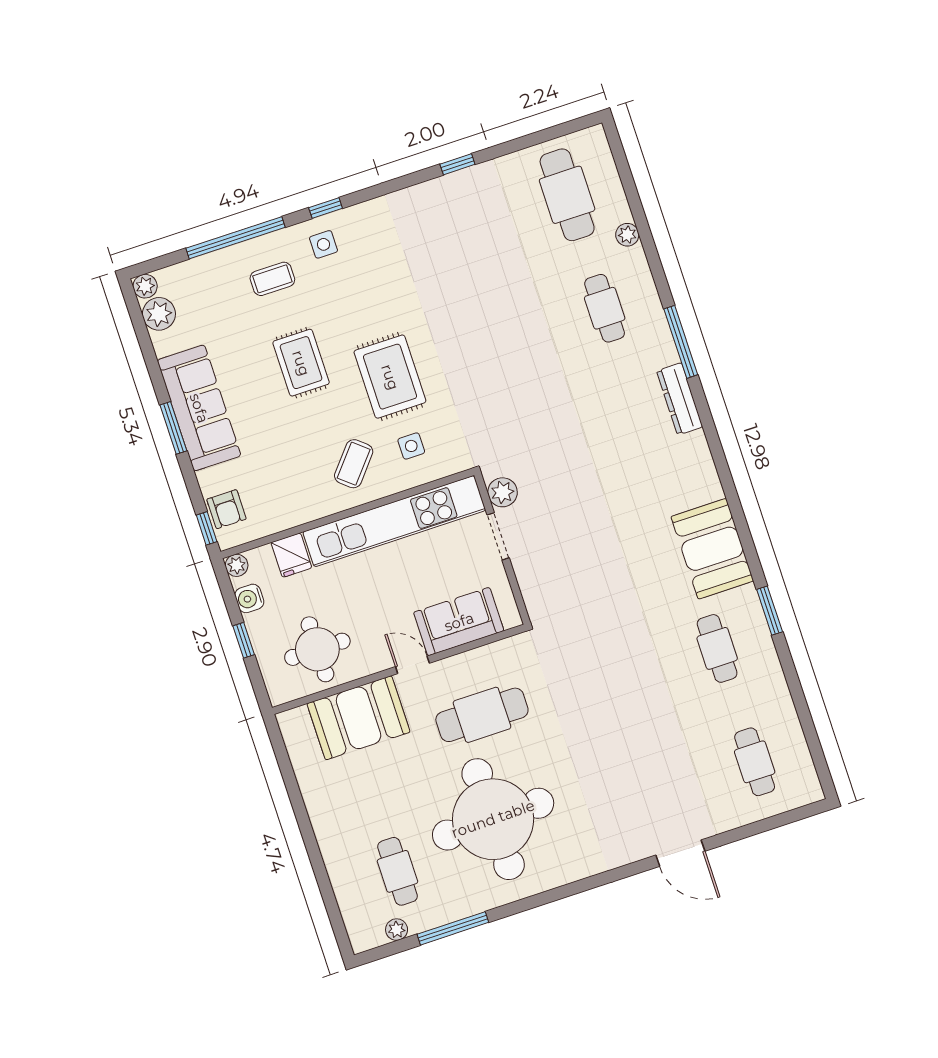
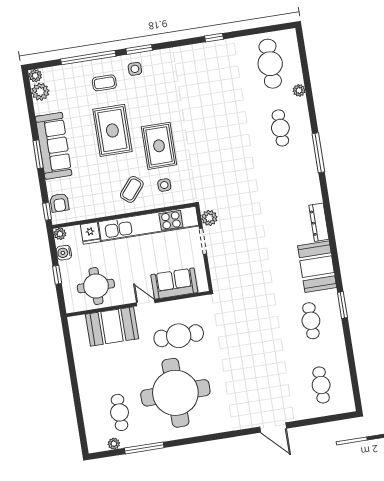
window: (326, 208) -> (139, 49), width x1.50
rug: (301, 363) -> (112, 130), width x1.36, depth x1.43
dresser: (680, 399) -> (319, 222), moved

